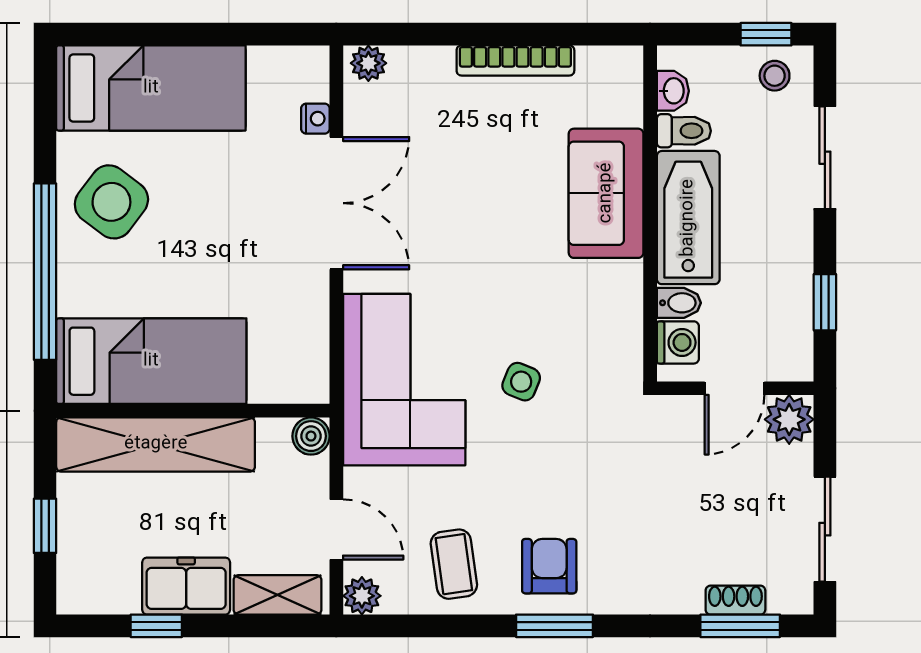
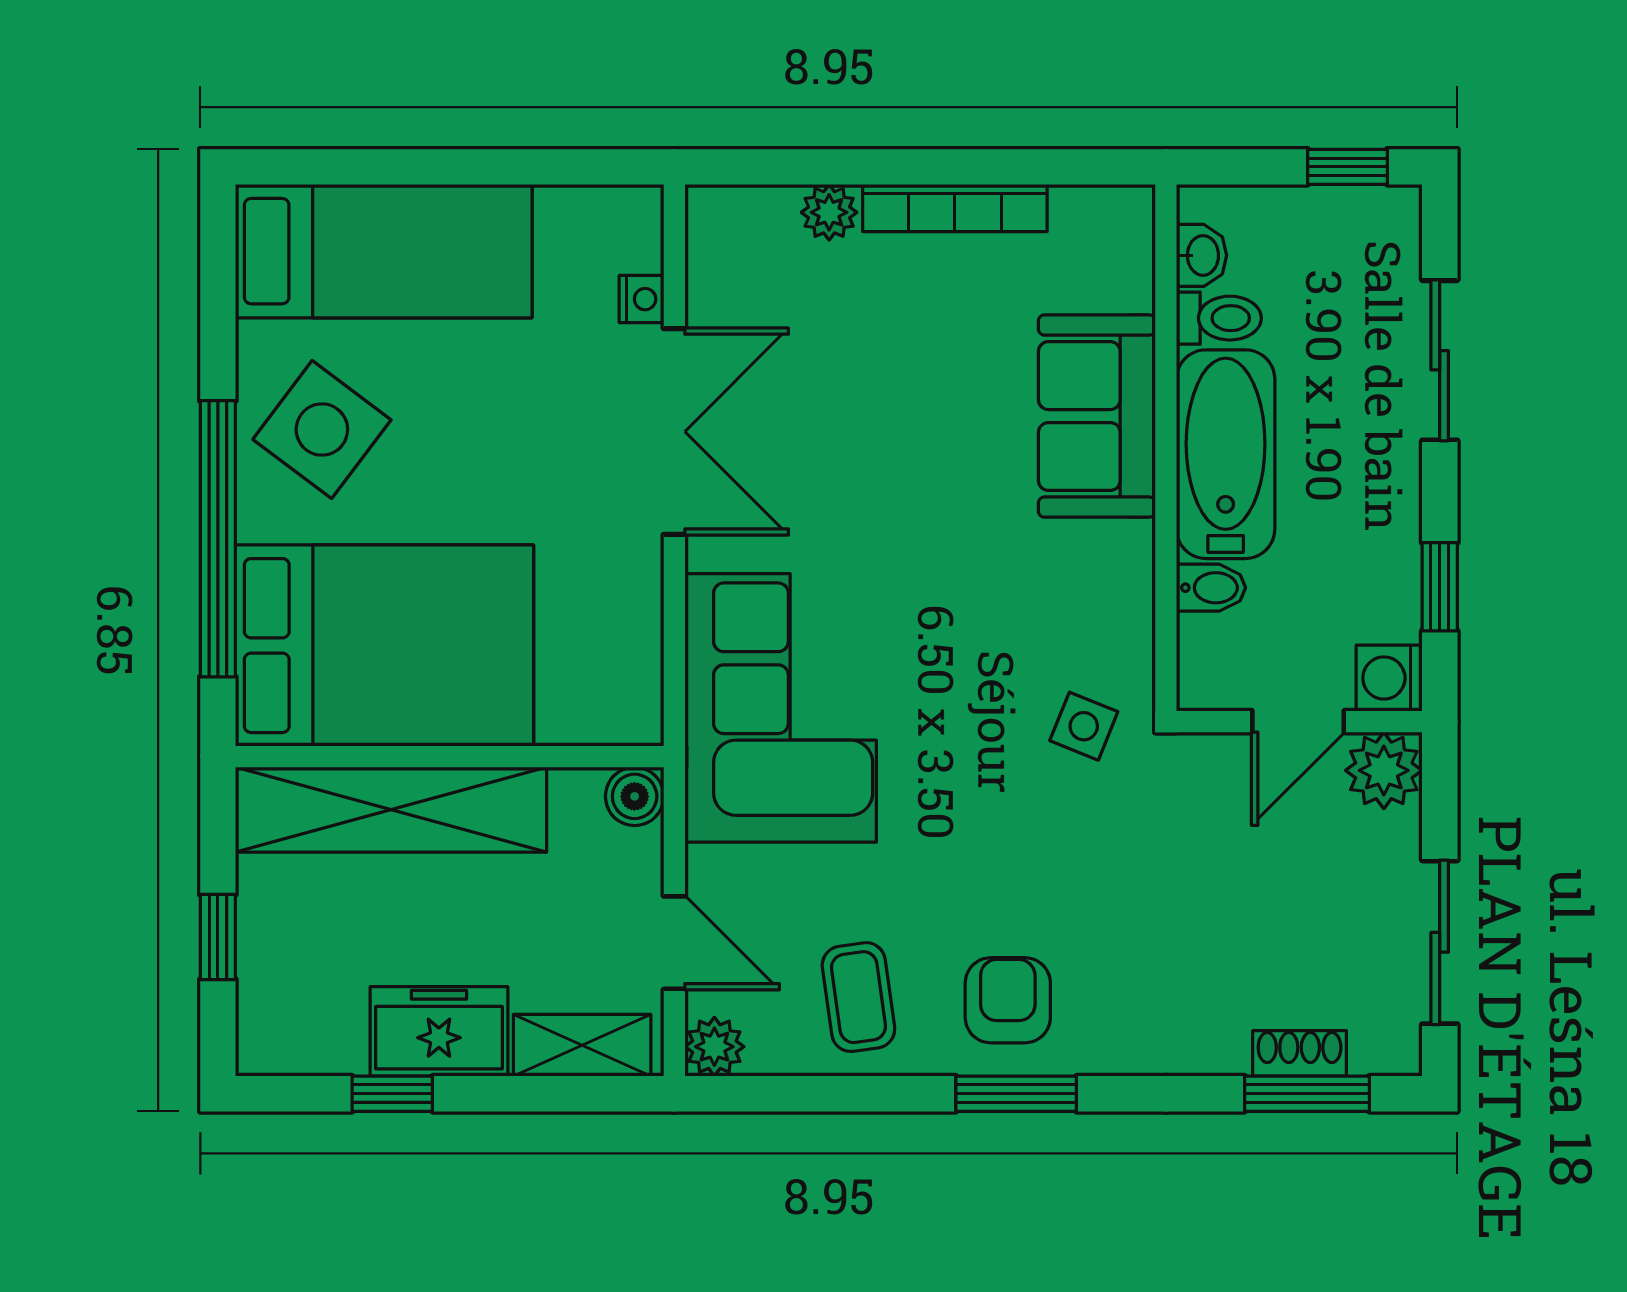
plant: (368, 63) -> (829, 212), moved
stool: (775, 76) -> (1361, 232), removed
washing machine: (678, 342) -> (1389, 678), moved, turned 180
bed: (151, 361) -> (385, 646), width x1.50
side table: (521, 382) -> (1084, 726), moved

